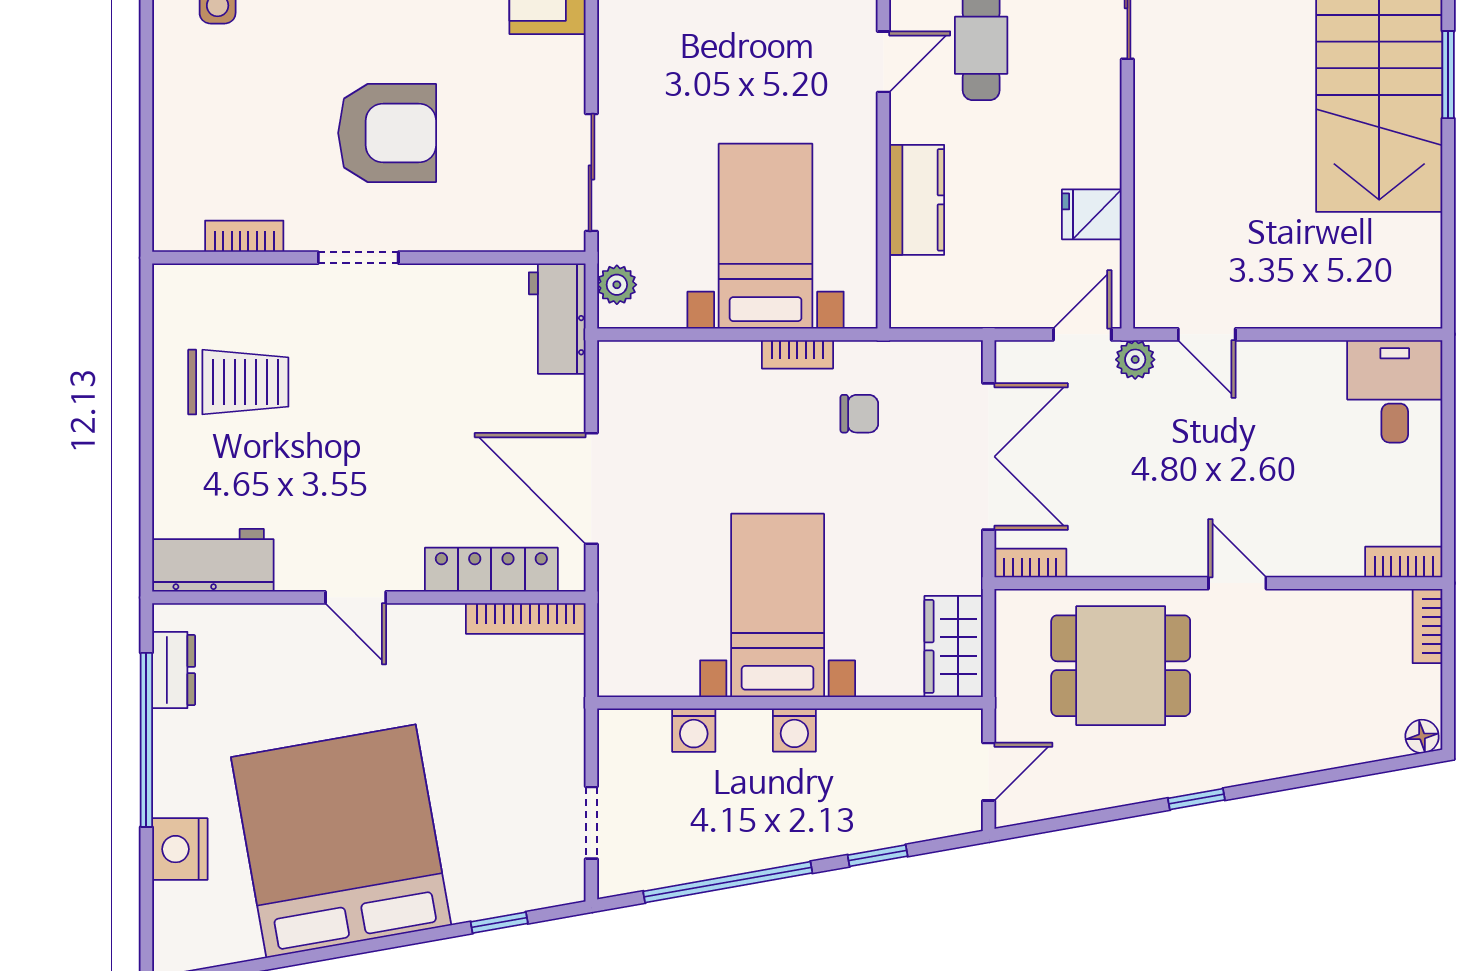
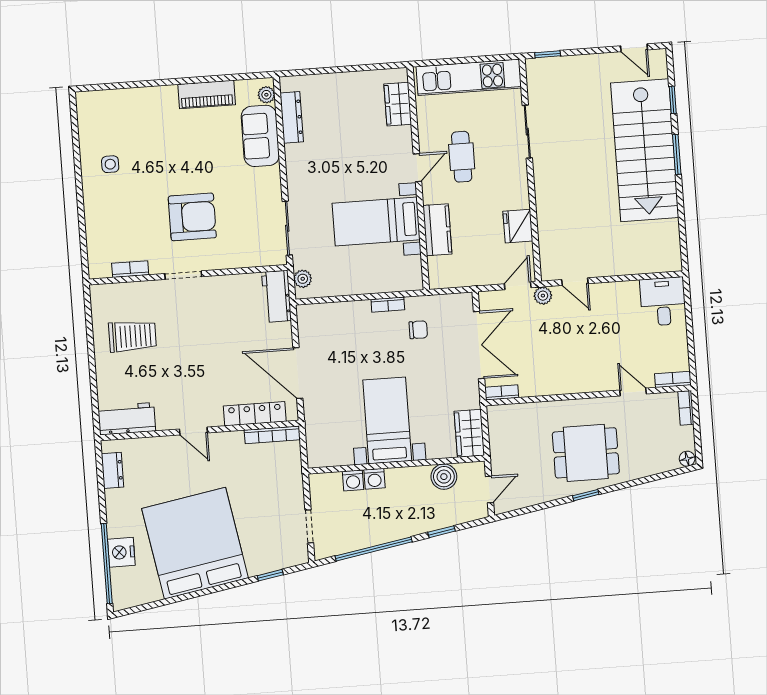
fridge: (1092, 214) -> (518, 226), width x1.38
bed with nightstands: (766, 236) -> (376, 221), moved, turned -90
door: (1237, 583) -> (633, 392), moved
dining table: (1121, 666) -> (586, 453), moved
washing machine: (794, 730) -> (374, 479), moved
boiler: (892, 736) -> (444, 477), added
window: (146, 740) -> (107, 564), moved

